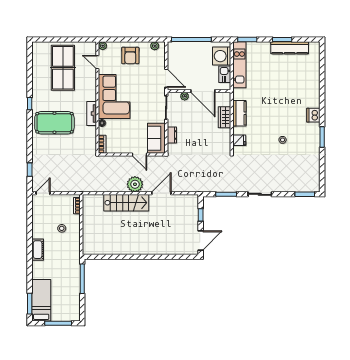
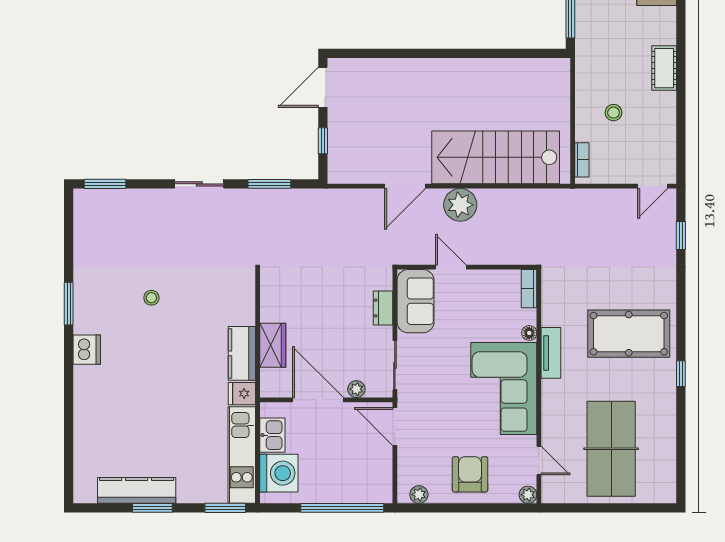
fridge: (239, 140) -> (242, 394), moved
stairs: (126, 203) -> (496, 157), width x1.36, depth x1.51

